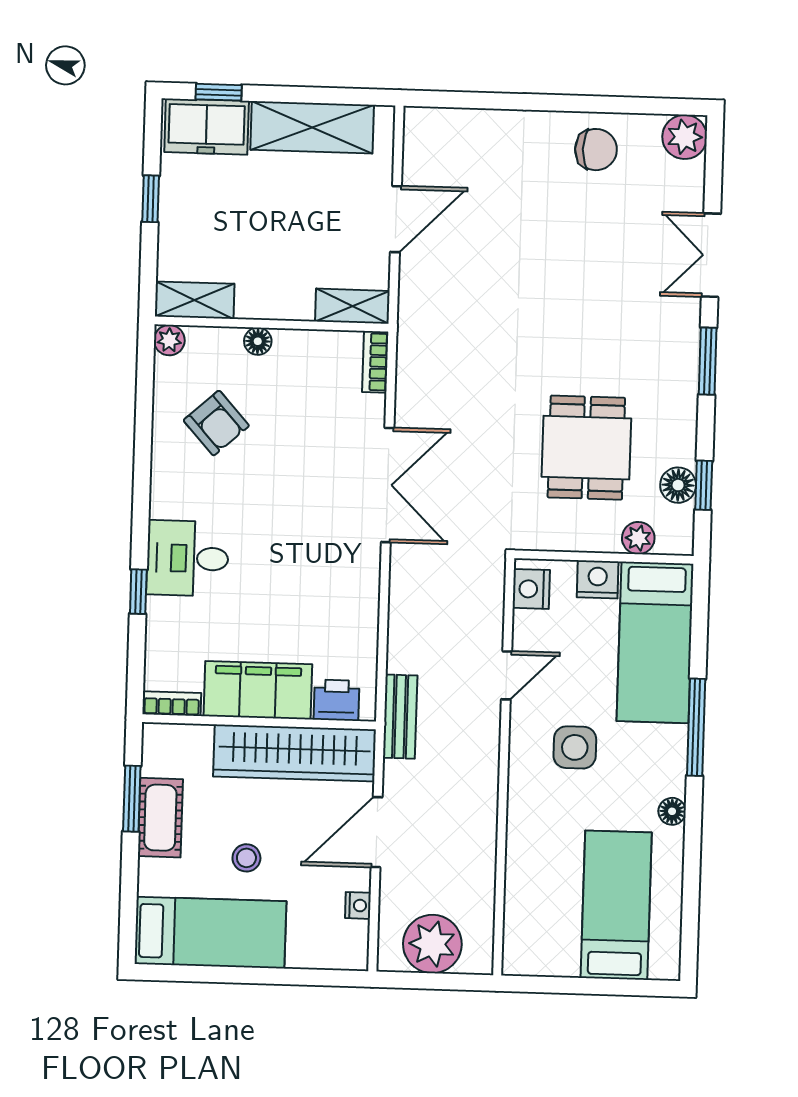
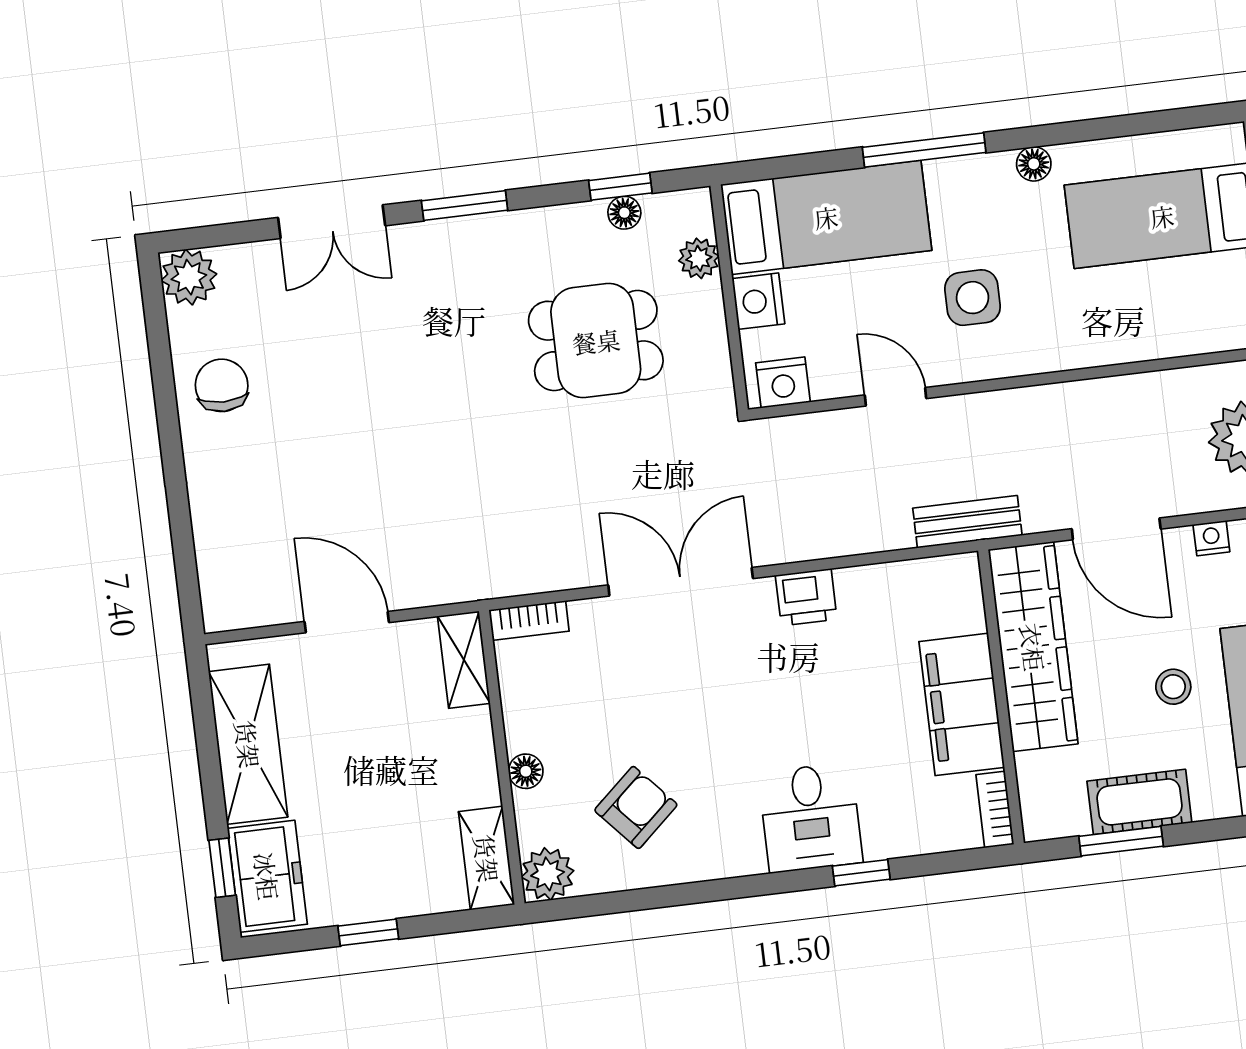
plant: (169, 340) -> (548, 874), width x1.38, depth x1.38
floor lamp: (678, 485) -> (624, 213), width x0.73, depth x0.73
printer: (336, 700) -> (806, 597), moved, turned -90

